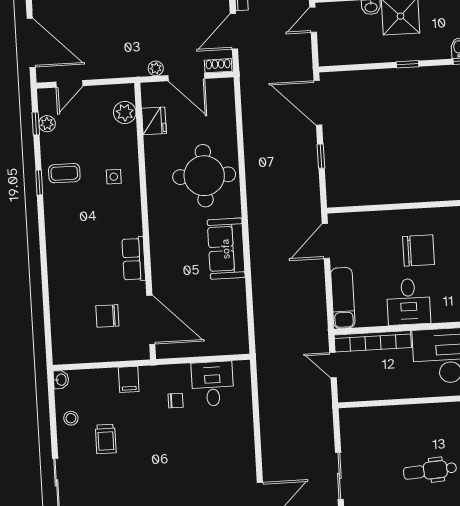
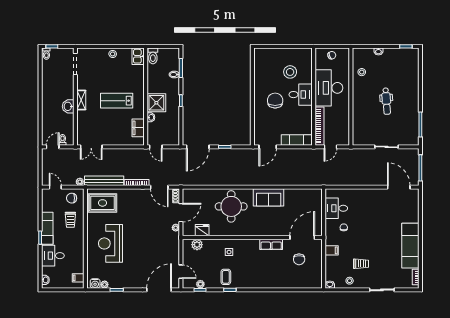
door: (326, 241) -> (268, 147), hinge flipped
desk: (409, 302) -> (301, 95), moved

